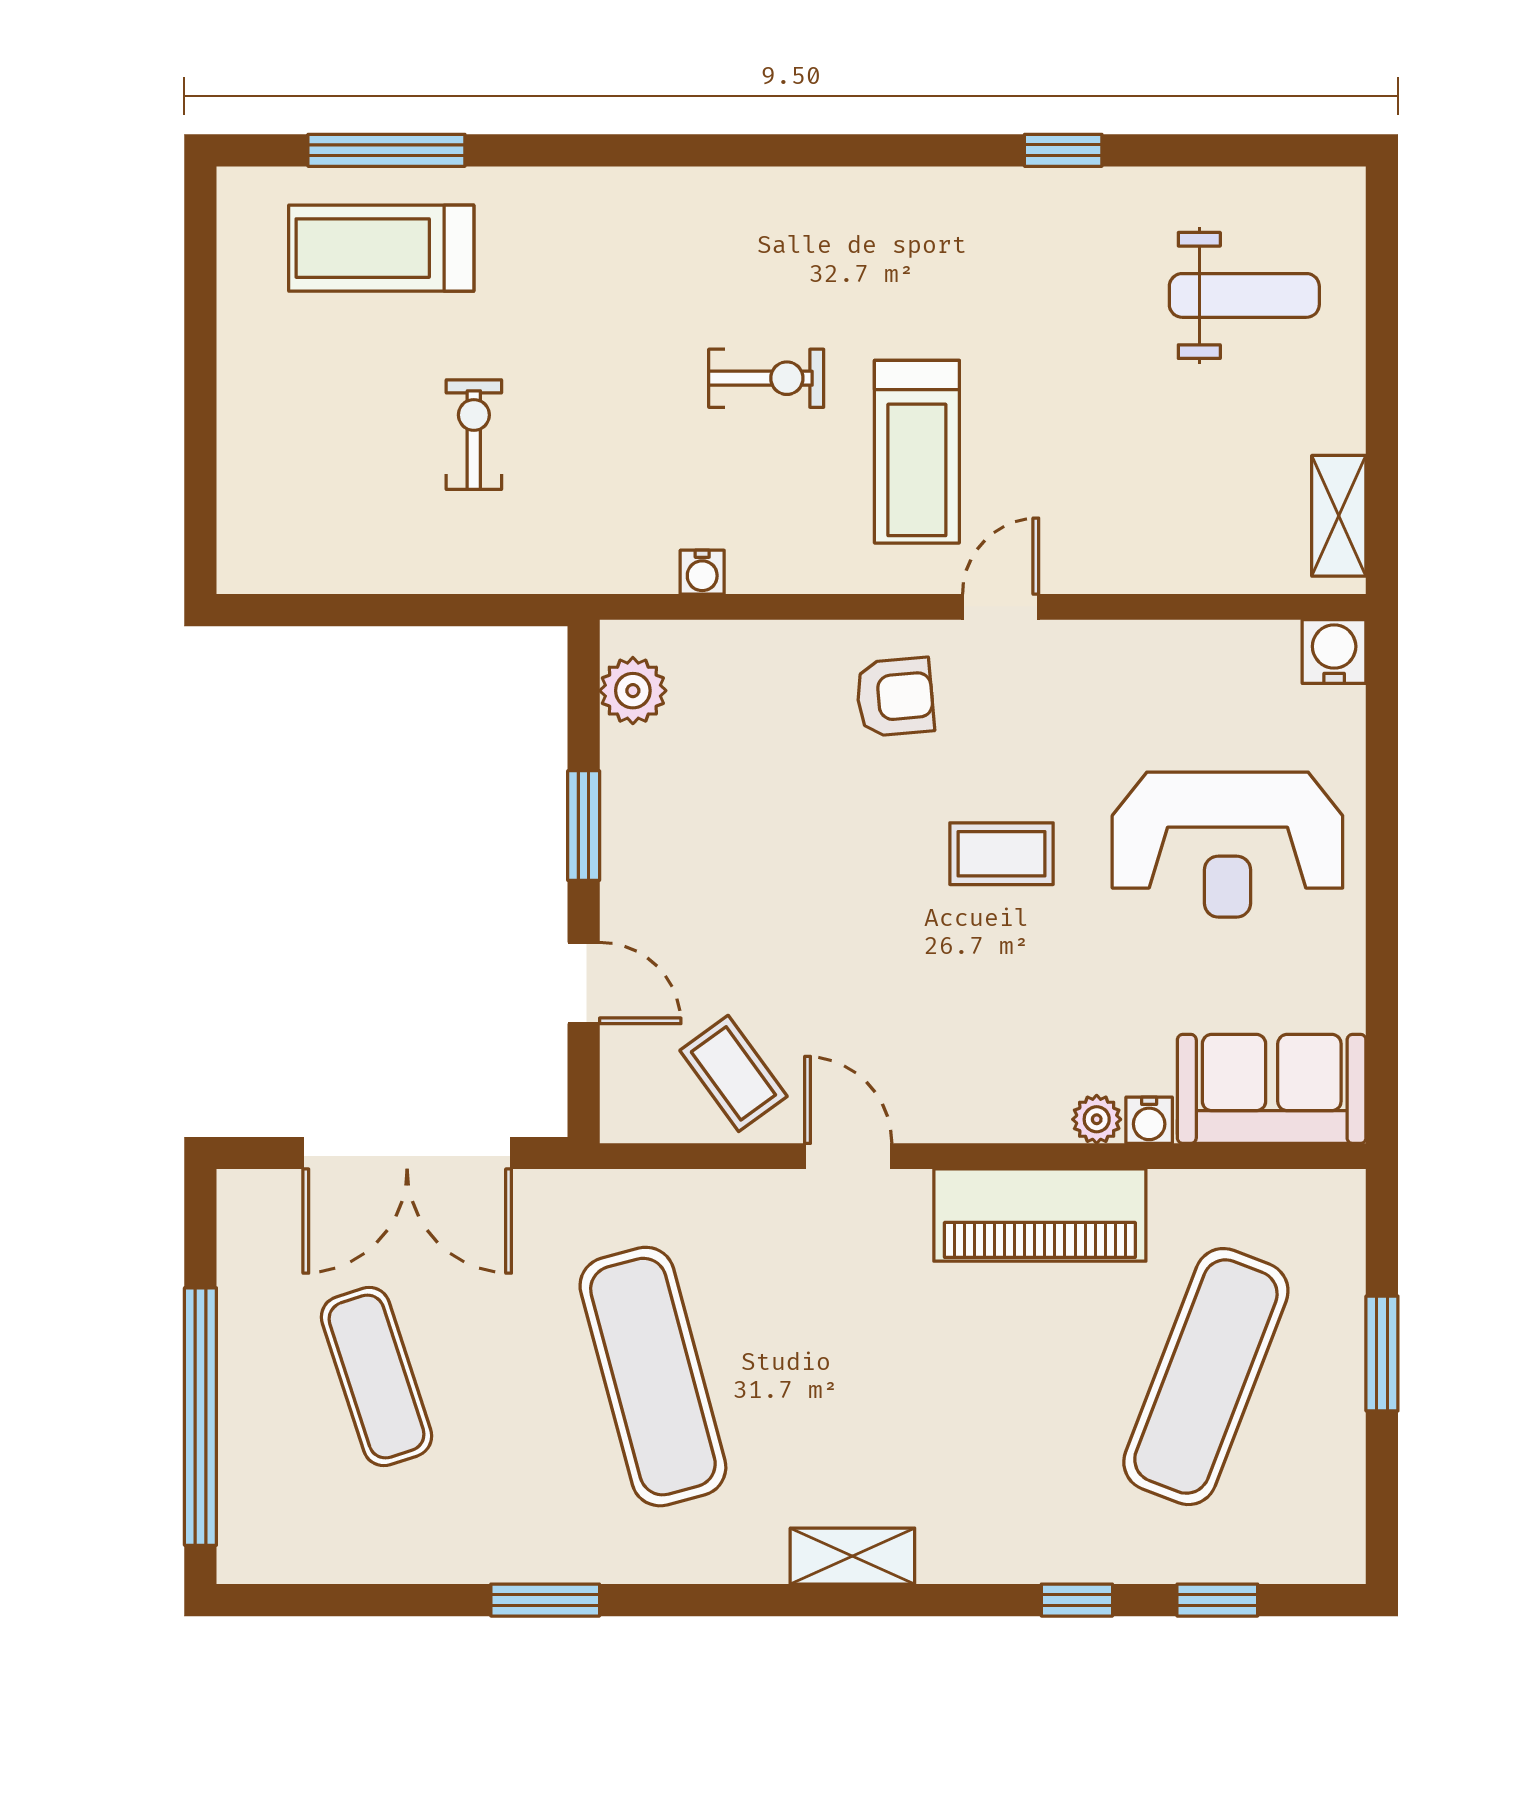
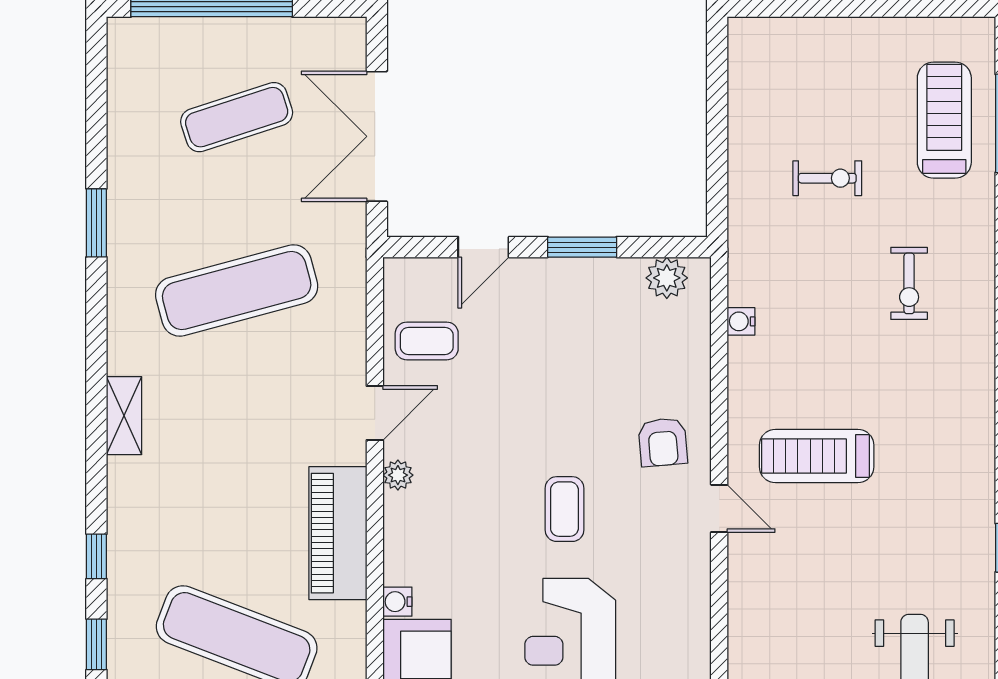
exercise bike: (766, 378) -> (909, 283), moved
coffee table: (733, 1073) -> (427, 341), turned 36
plant: (1097, 1119) -> (398, 475), moved

